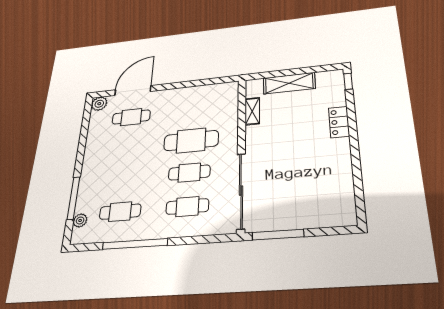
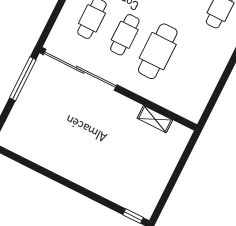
shelving: (289, 83) -> (165, 166), removed
locker: (339, 122) -> (96, 184), removed

